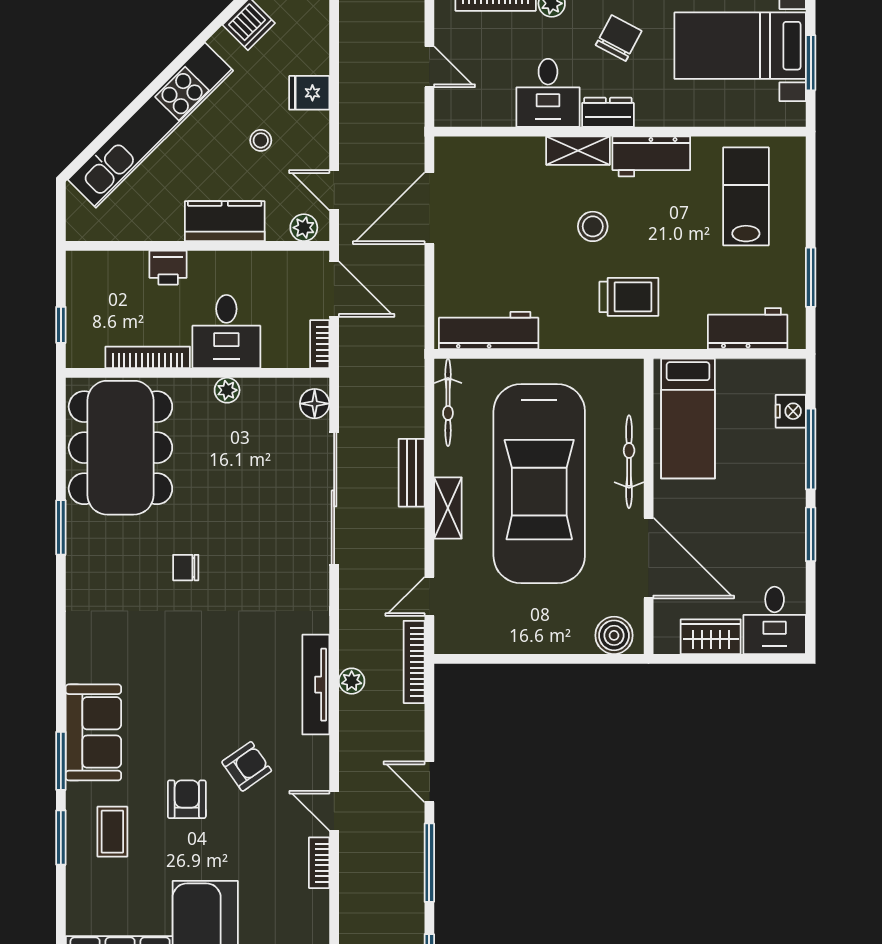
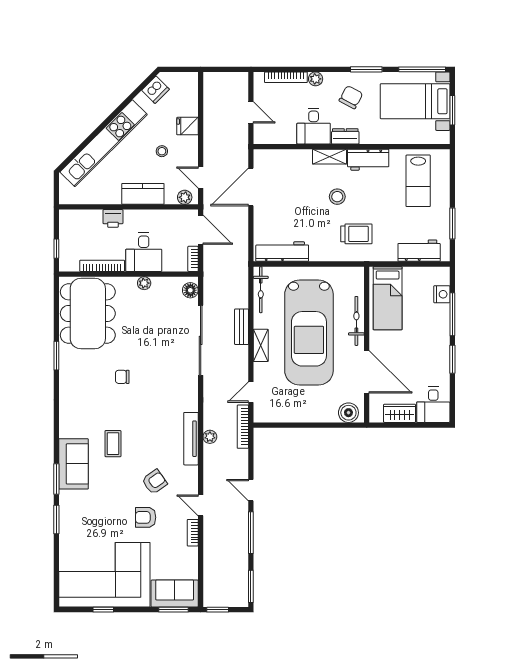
lab bench: (746, 196) -> (418, 181), turned 180
armchair: (187, 799) -> (146, 517), moved, turned -90
coffee table: (112, 832) -> (113, 444), moved

